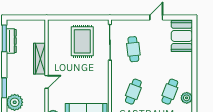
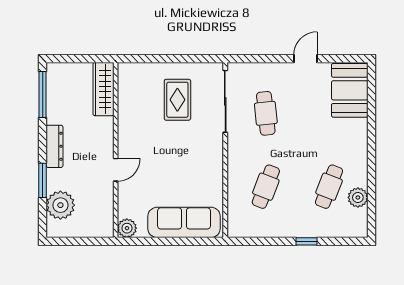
dresser: (11, 41) -> (54, 146), moved
rug: (82, 41) -> (177, 100), width x0.73, depth x0.70
wardrobe: (40, 59) -> (103, 89), moved

